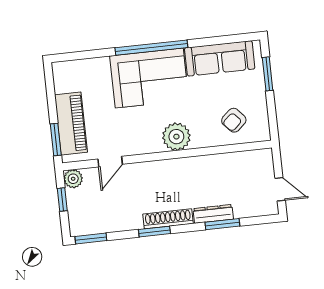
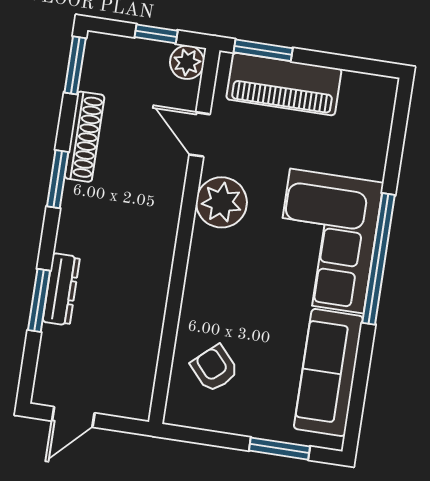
plant: (176, 137) -> (221, 202), moved
shoe rack: (168, 219) -> (85, 137), moved

